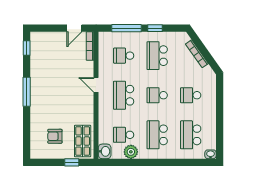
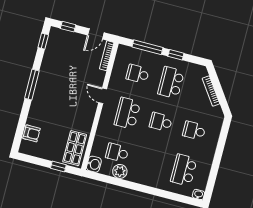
window: (47, 28) -> (68, 27), added
school desk: (157, 135) -> (150, 161), removed
armchair: (55, 136) -> (32, 133), moved, turned 180

